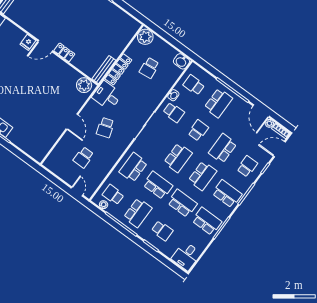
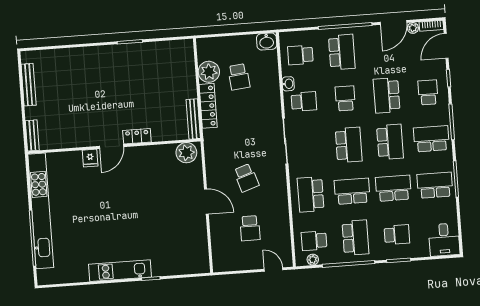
plant: (145, 37) -> (209, 72), moved
desk: (107, 96) -> (220, 143), removed
door: (261, 111) -> (394, 22), hinge flipped

